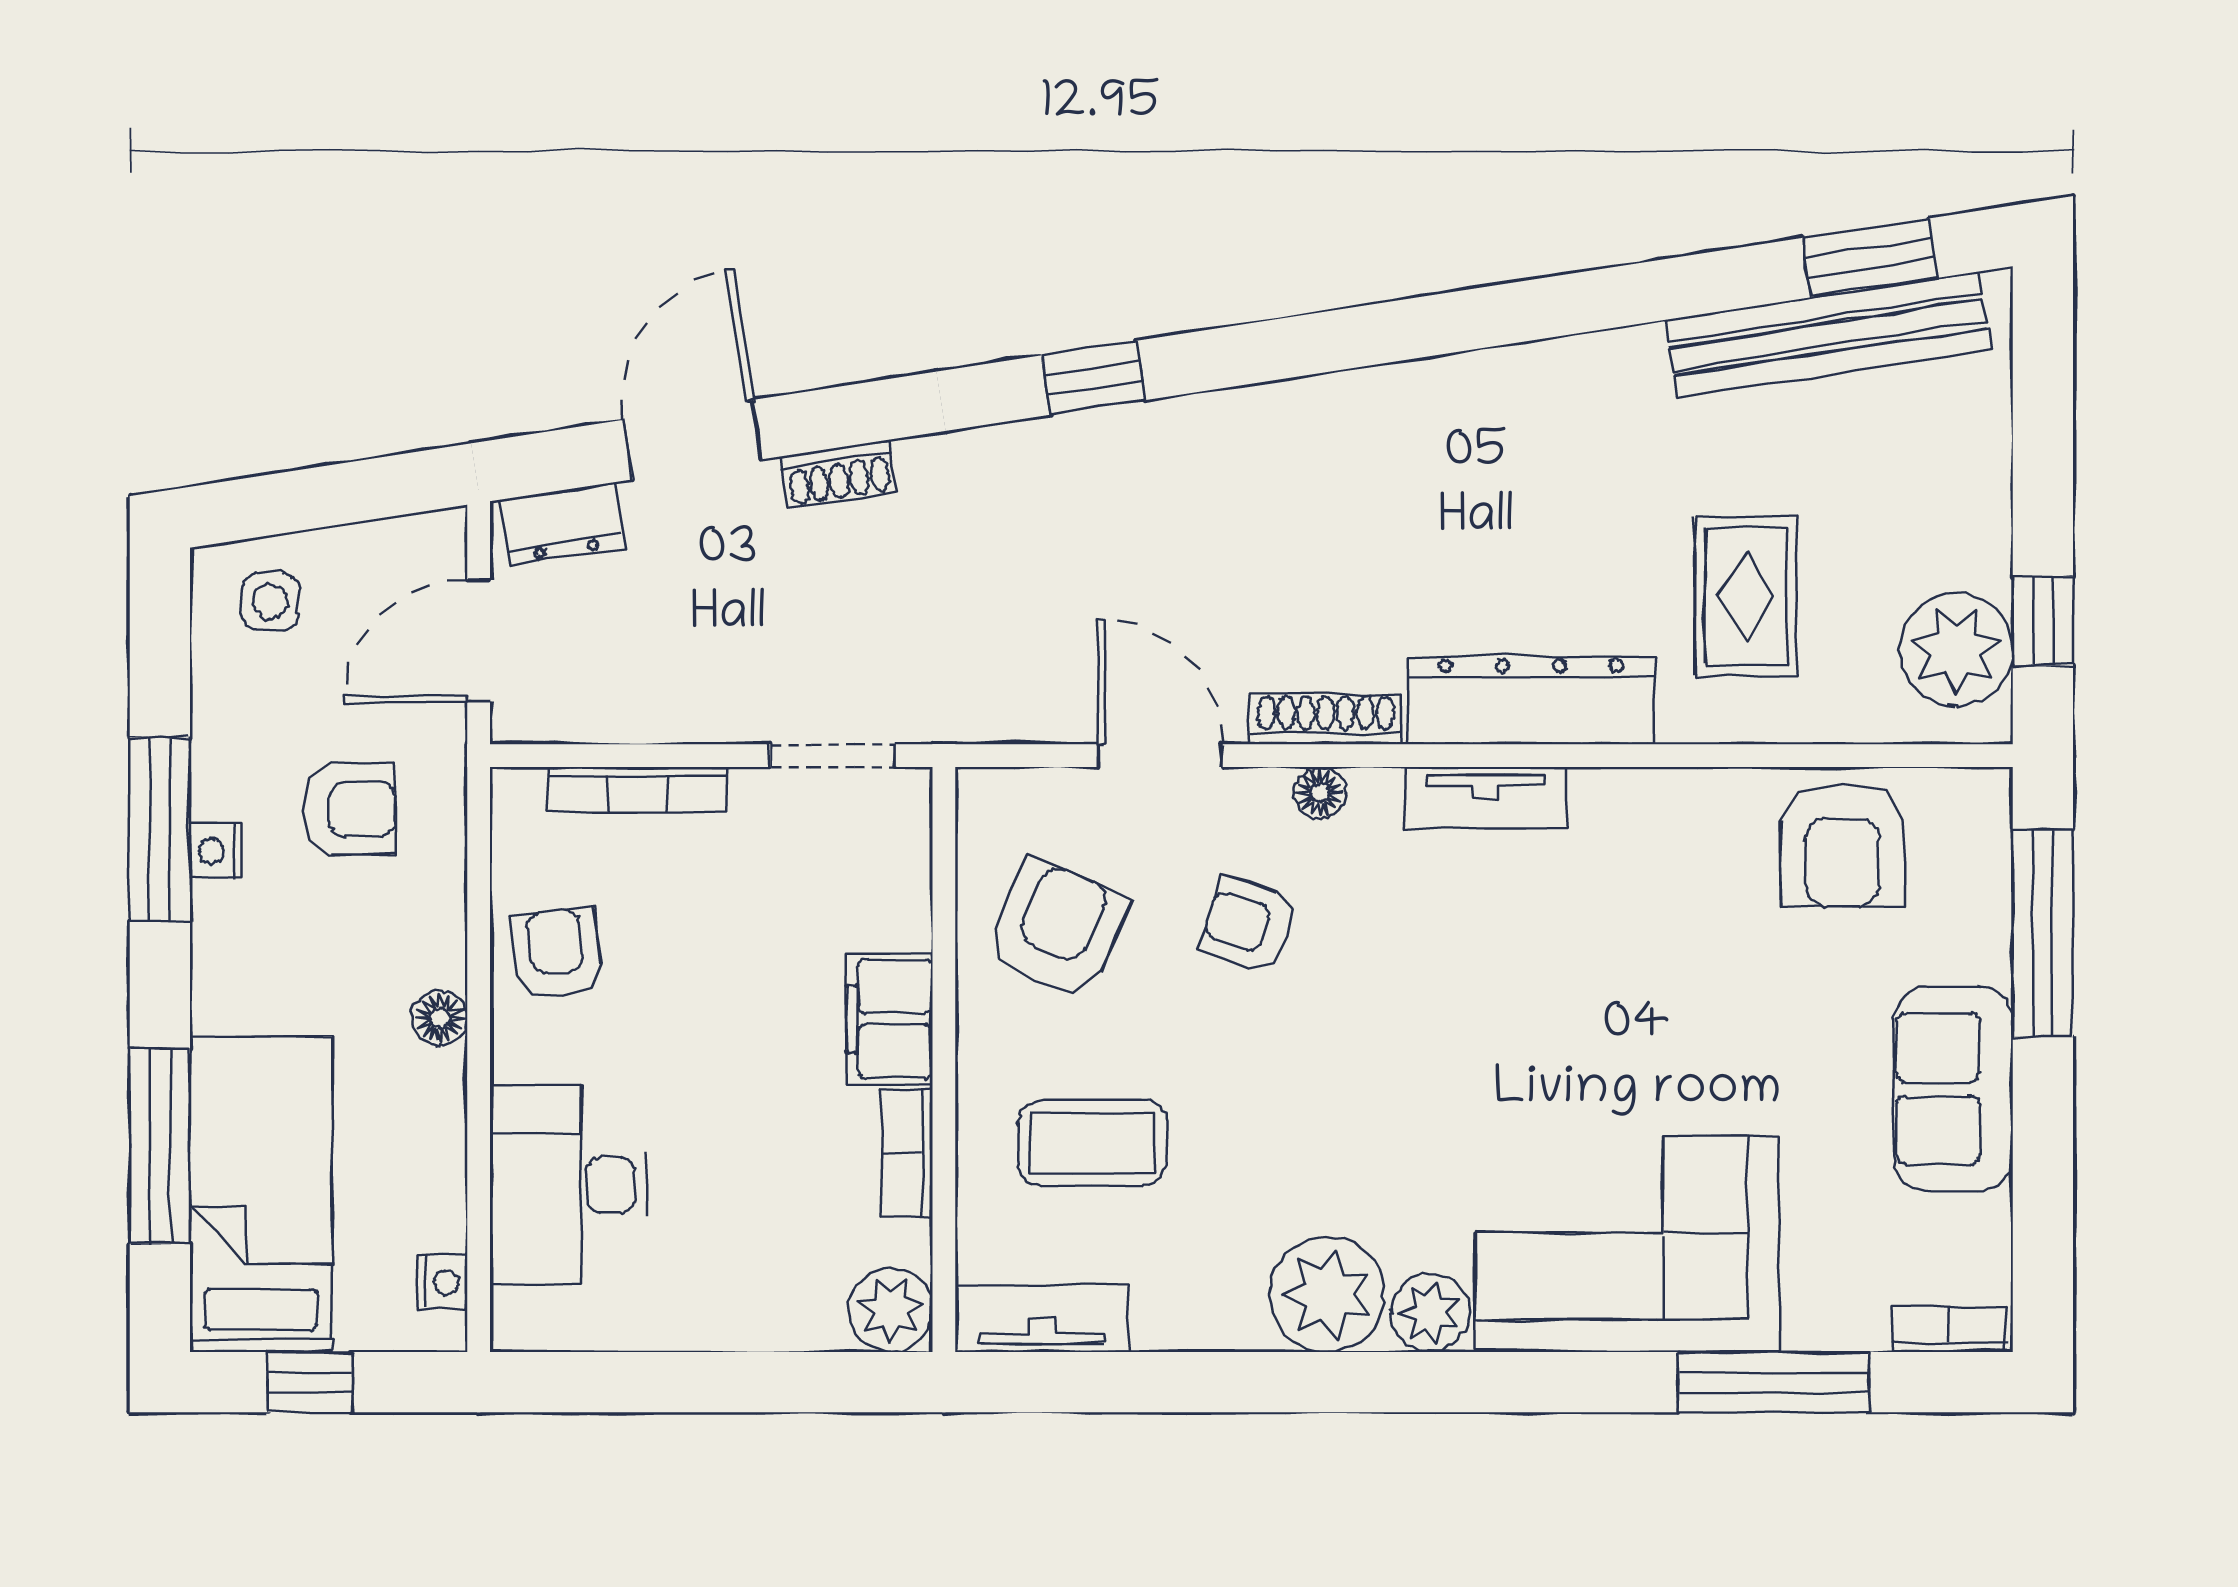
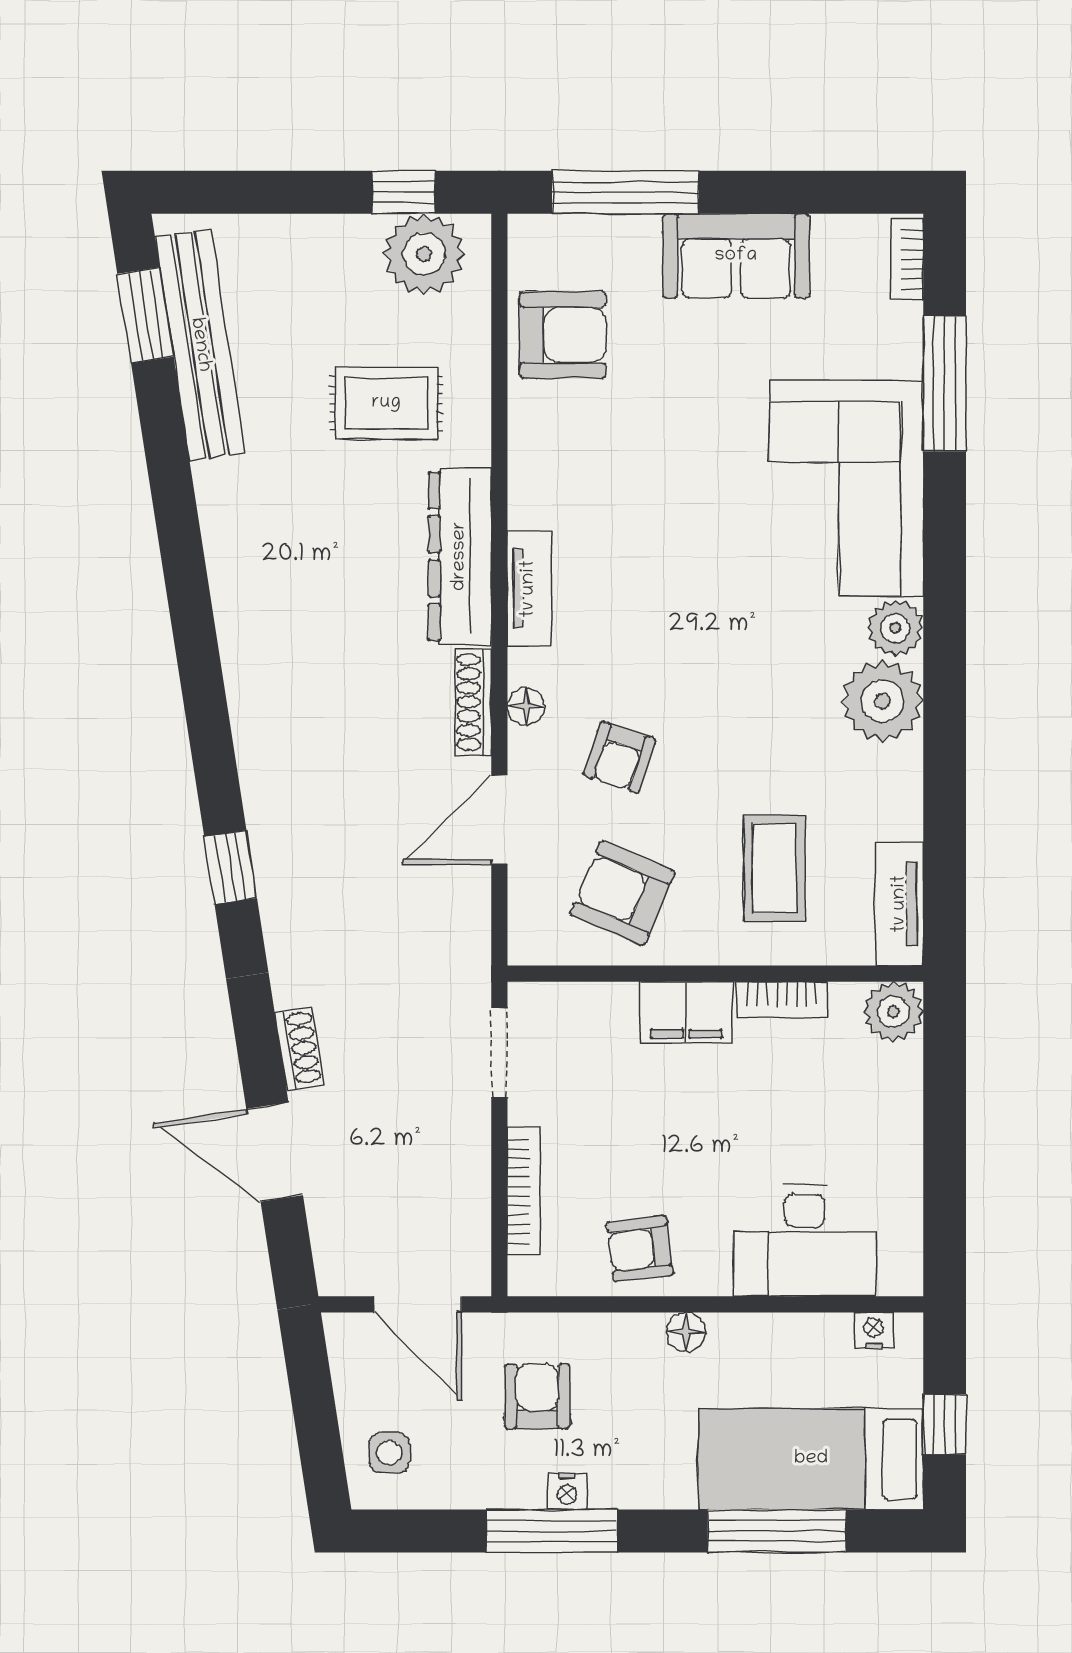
dresser: (562, 524) -> (334, 1245), removed

